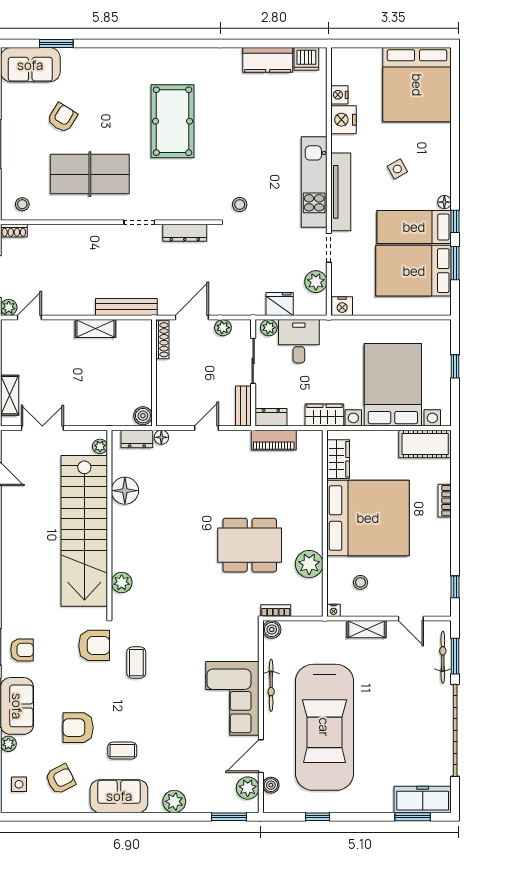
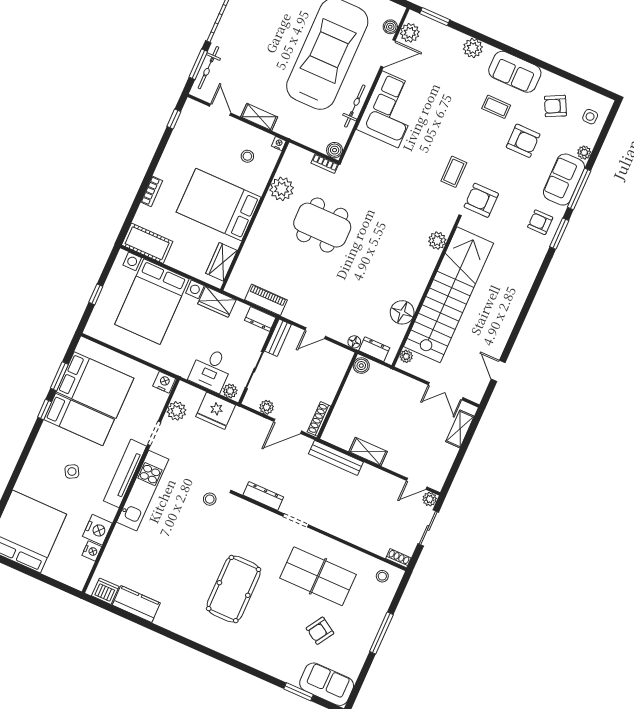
floor lamp: (444, 202) -> (46, 429), removed
fridge: (280, 304) -> (216, 411), width x1.36, depth x1.34
bed: (368, 518) -> (219, 205), width x0.73

